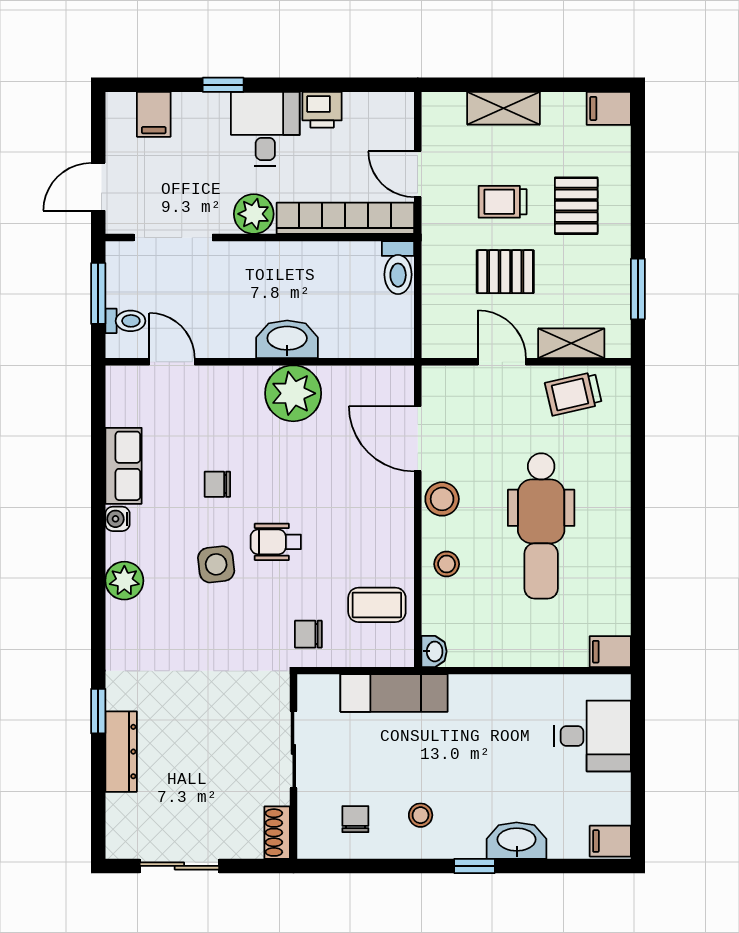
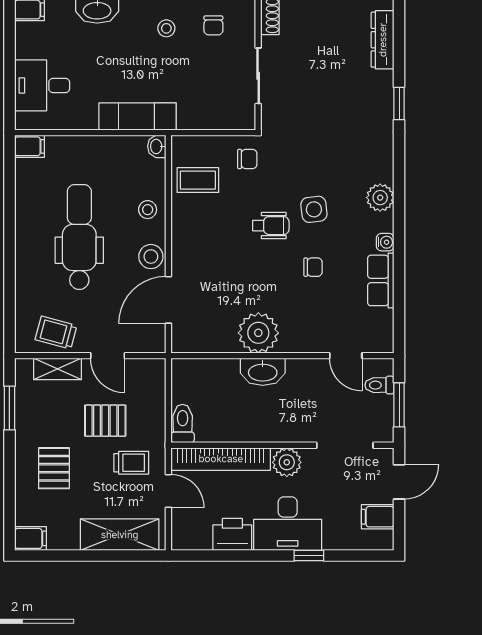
shelving: (503, 108) -> (120, 535), width x1.50, depth x1.33
printer: (322, 110) -> (232, 534), width x1.36, depth x1.24
filing cabinet: (154, 114) -> (378, 517), moved, turned -90
desk: (265, 129) -> (288, 524), width x1.37
trolley: (503, 202) -> (131, 463), moved
trolley: (573, 394) -> (56, 333), turned -152
door: (418, 439) -> (168, 300), swing flipped
exam couch: (394, 693) -> (137, 116), moved
dresser: (121, 752) -> (383, 40), moved

